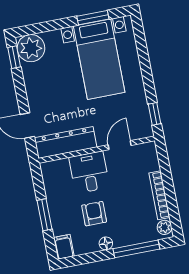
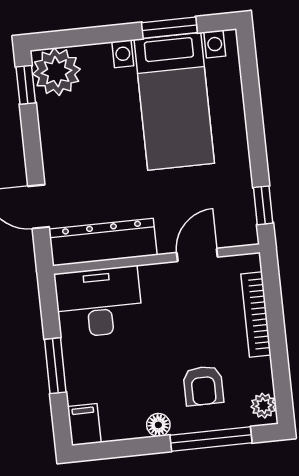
desk: (89, 172) -> (99, 302), moved, width x1.37
bookcase: (159, 195) -> (256, 314), moved
armchair: (94, 214) -> (203, 386), moved, turned 180

